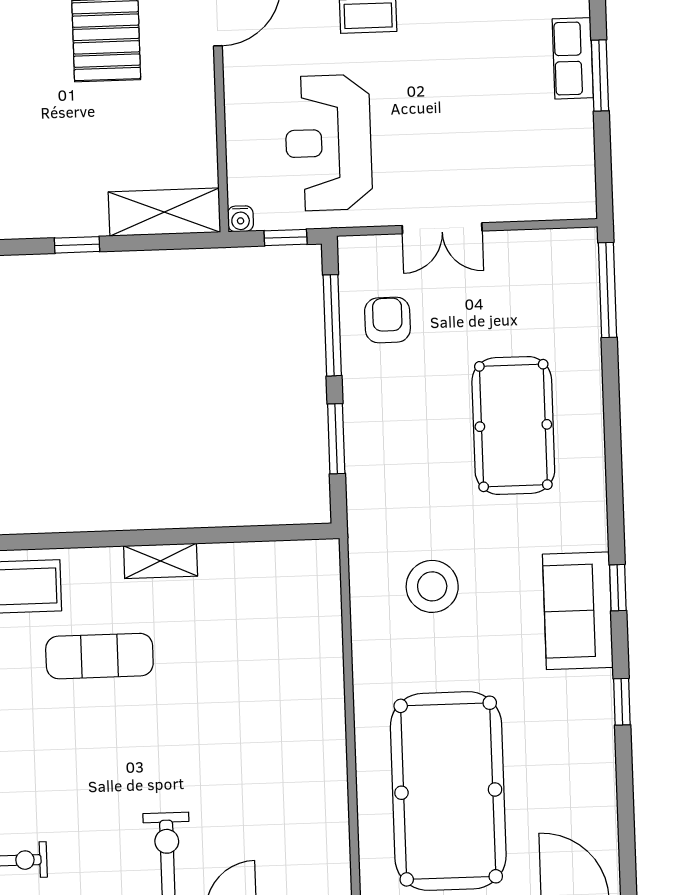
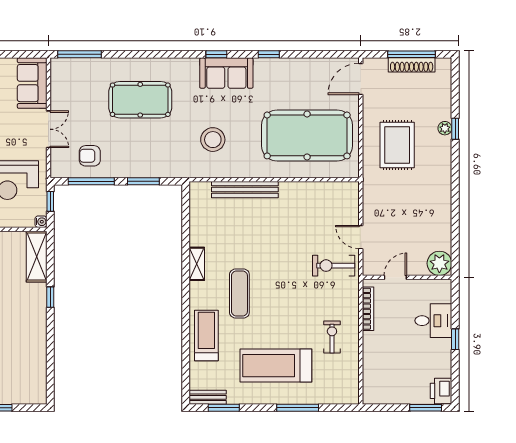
sofa: (541, 189) -> (32, 83), added
bench: (326, 660) -> (245, 190), added

